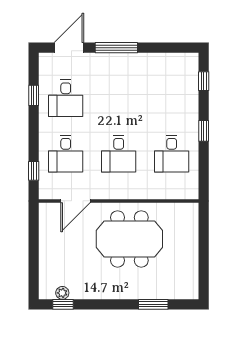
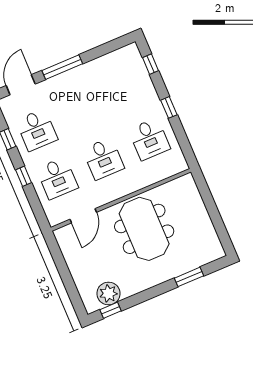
window: (34, 171) -> (23, 176), moved
meeting table: (129, 239) -> (144, 229), turned 90
plant: (62, 293) -> (108, 293), width x1.87, depth x1.87

